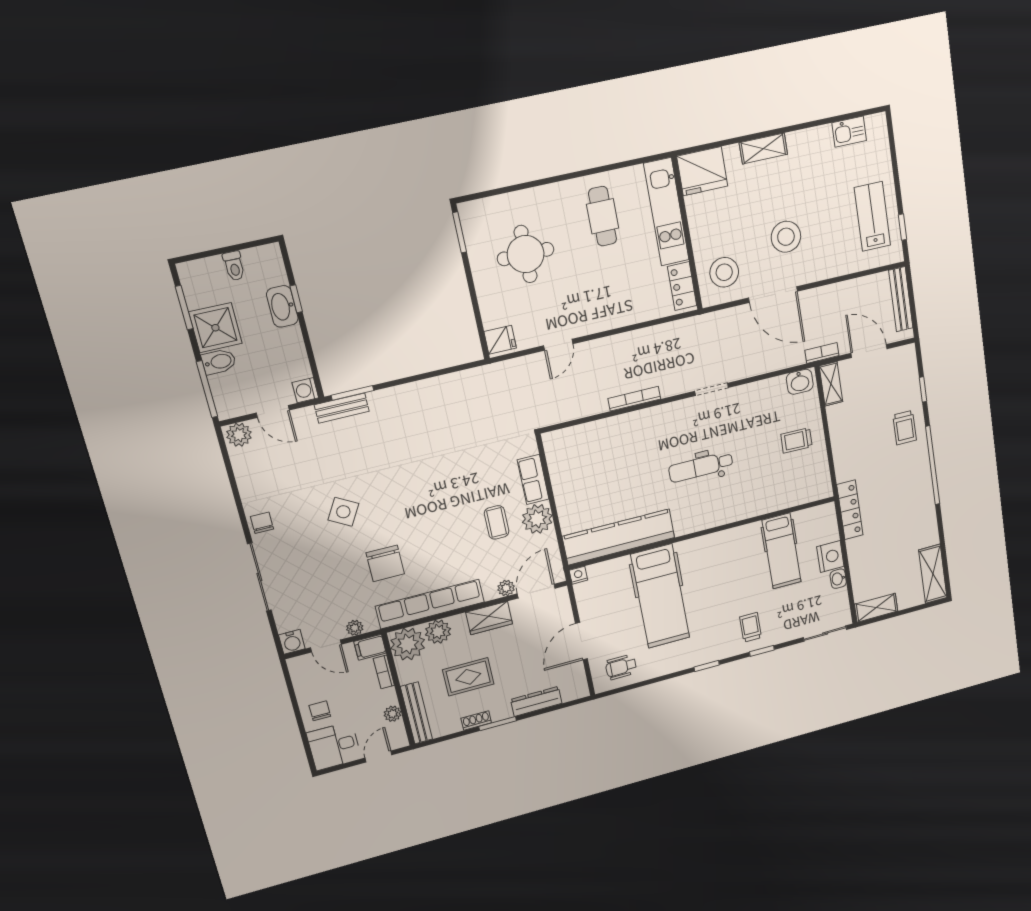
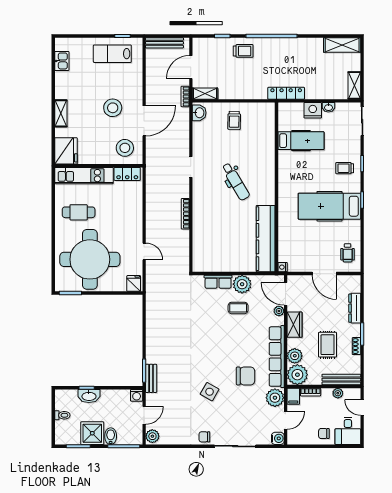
round table: (526, 254) -> (90, 259), width x1.86, depth x1.86
dental chair: (701, 467) -> (236, 182), turned -31
hospital bed: (660, 596) -> (329, 206), moved, turned 180
plant: (355, 628) -> (275, 398), width x1.88, depth x1.88

